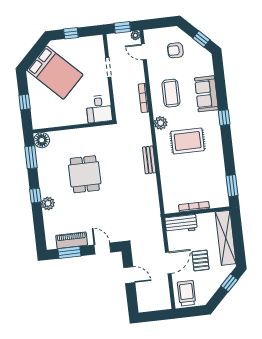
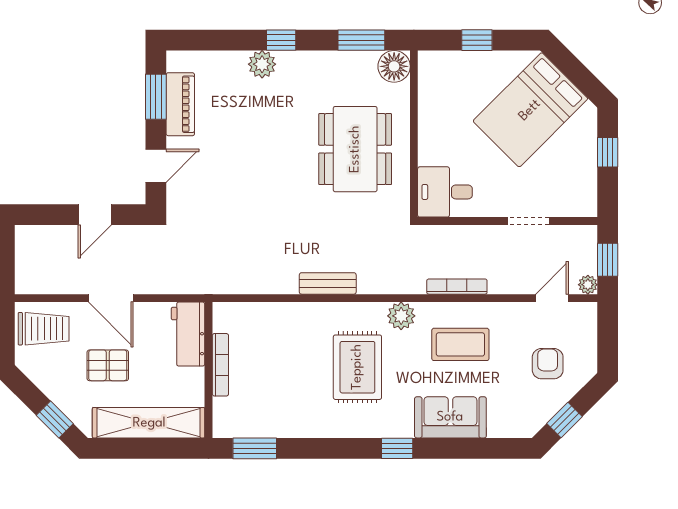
dining table: (85, 174) -> (355, 149), moved, width x1.38

